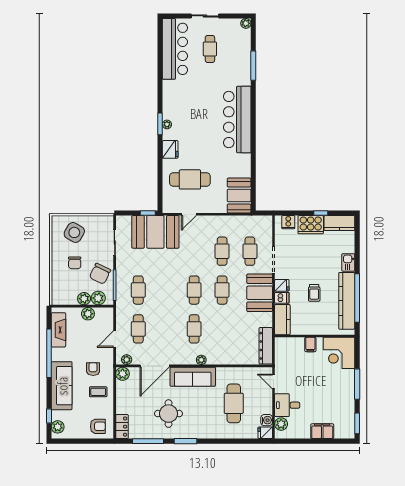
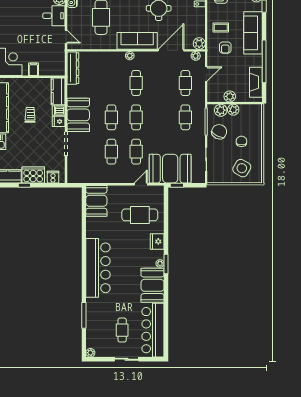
booth: (175, 100) -> (153, 285), added
cafe table: (250, 251) -> (136, 152), moved

